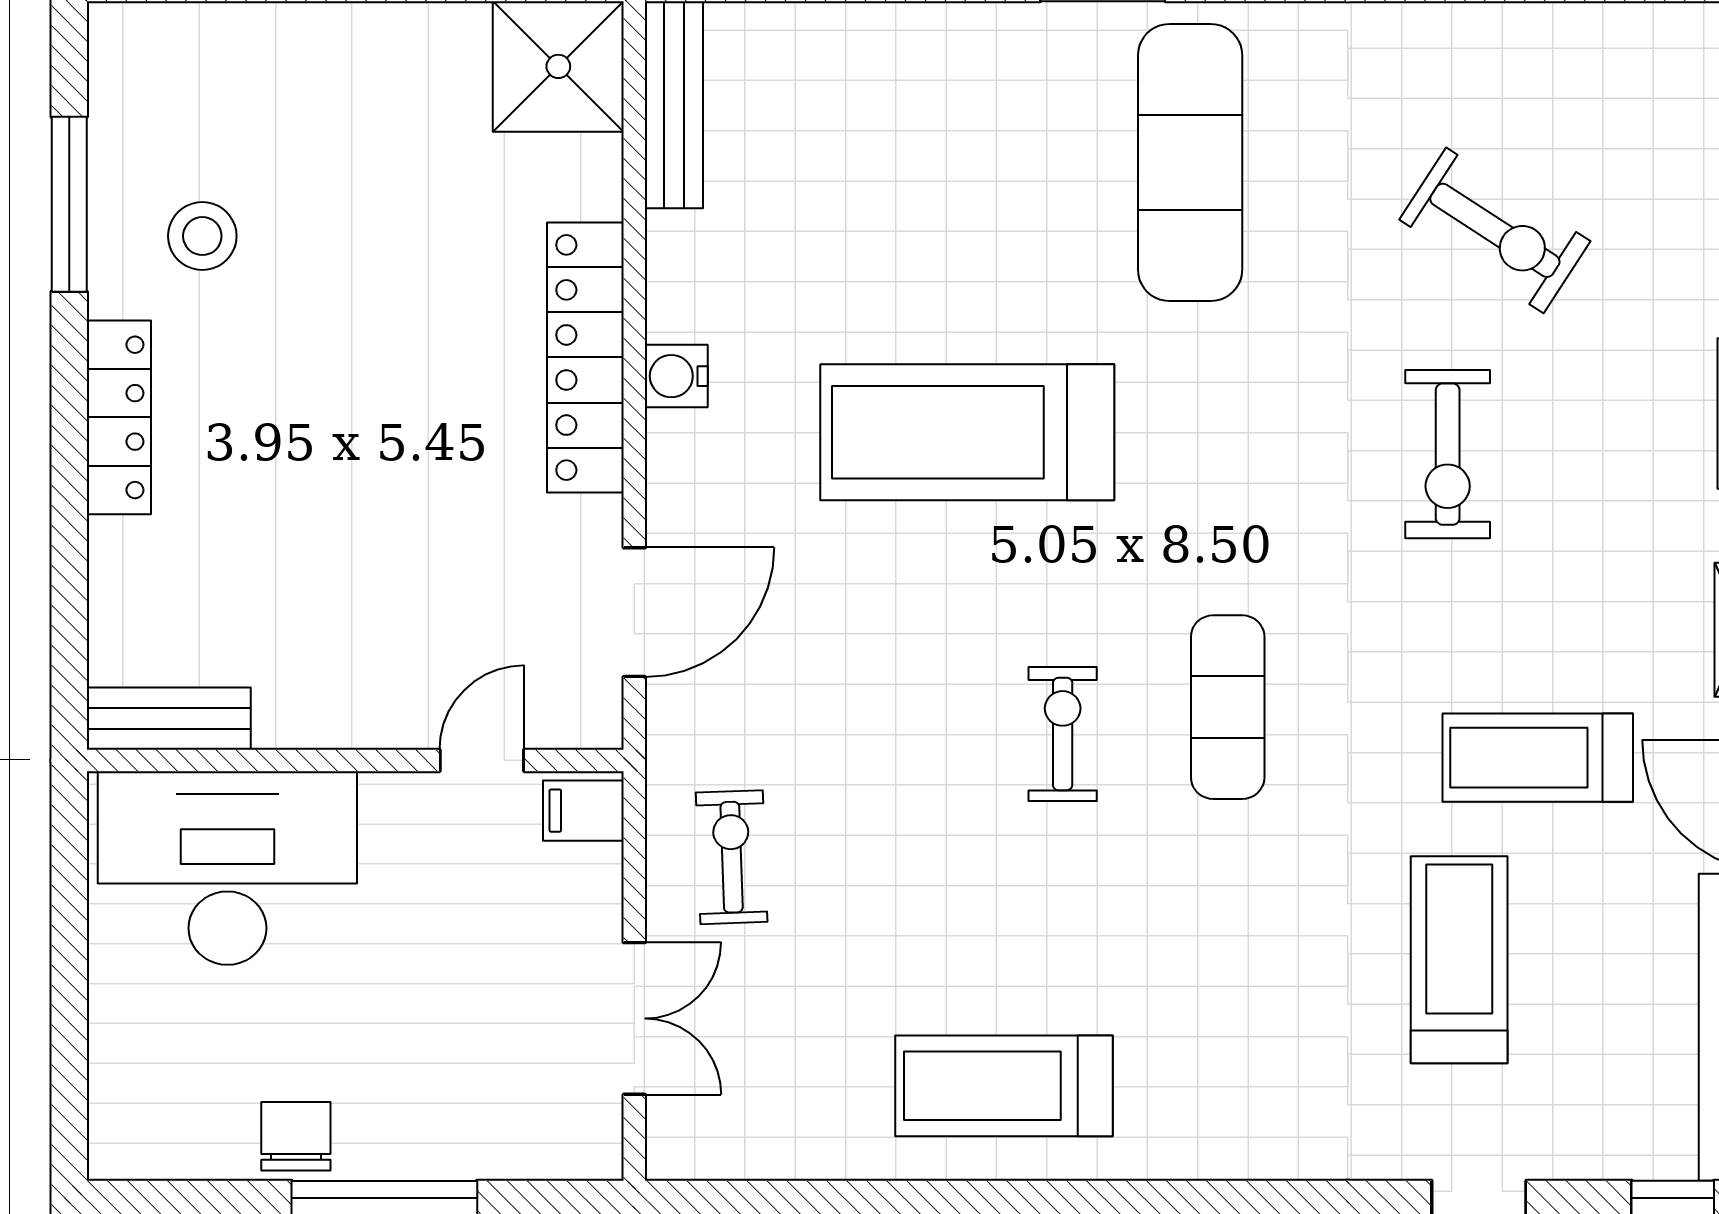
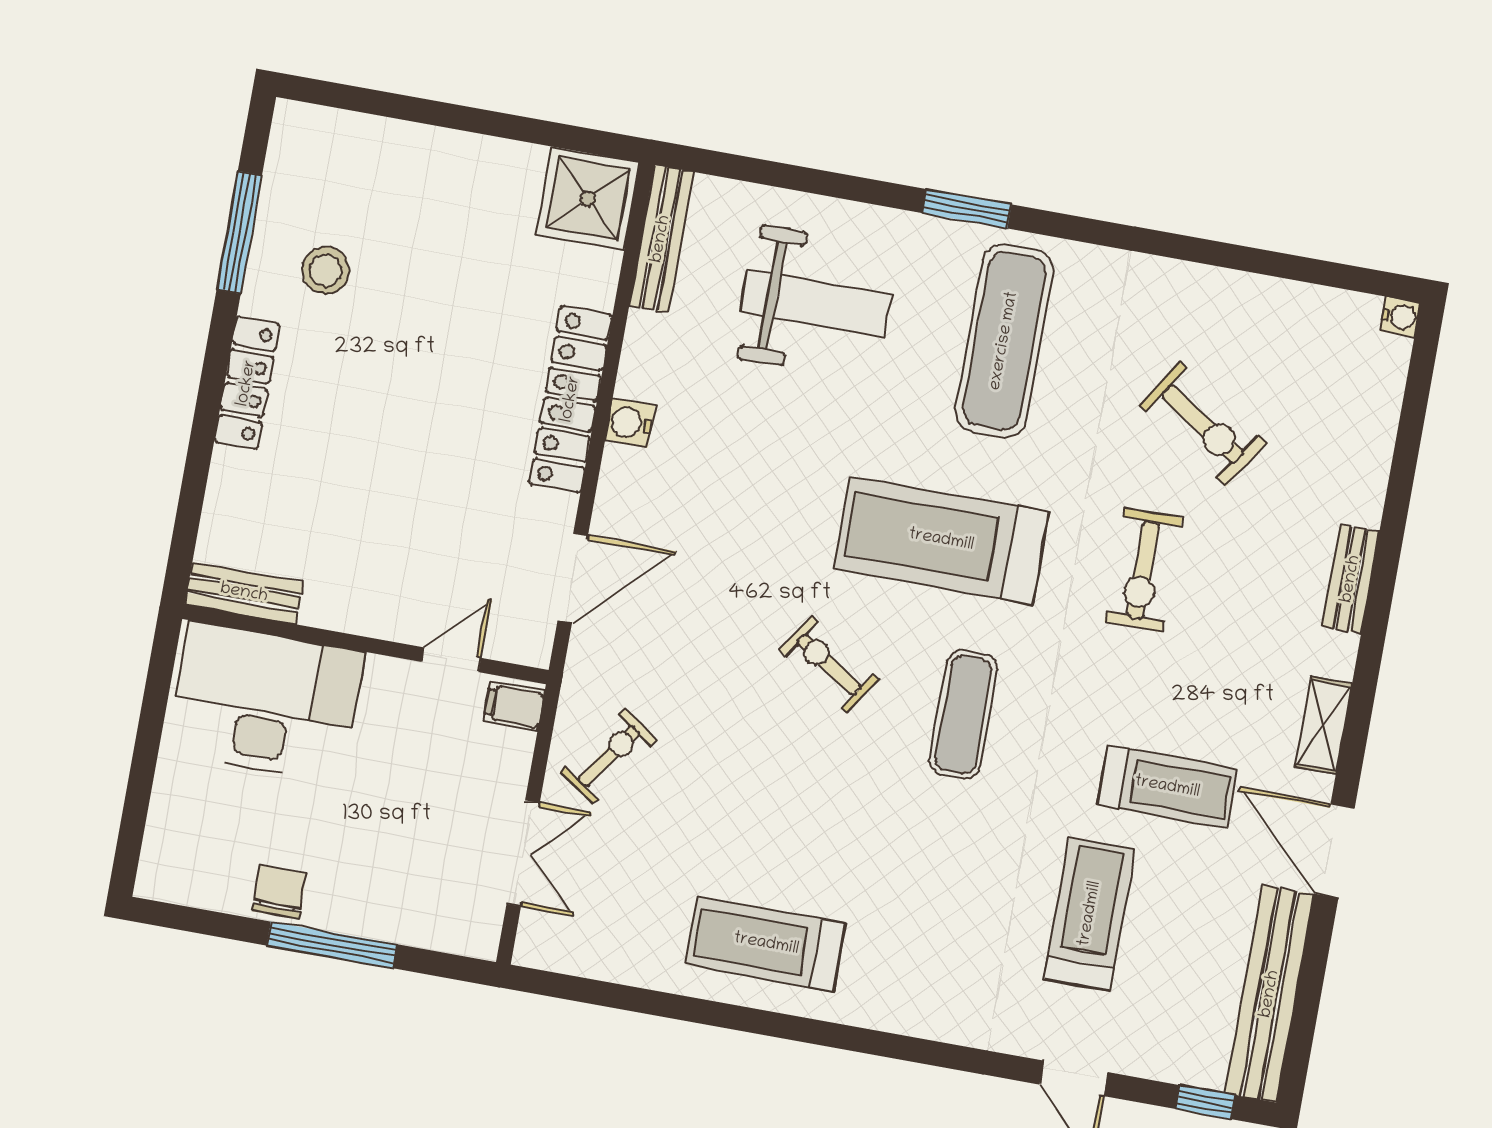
weight bench: (911, 157) -> (815, 303), added
treadmill: (967, 432) -> (941, 540), moved
exercise bike: (1063, 734) -> (829, 665), moved, turned -57
treadmill: (1538, 758) -> (1167, 787), turned 180
exercise bike: (732, 857) -> (609, 756), turned 37

